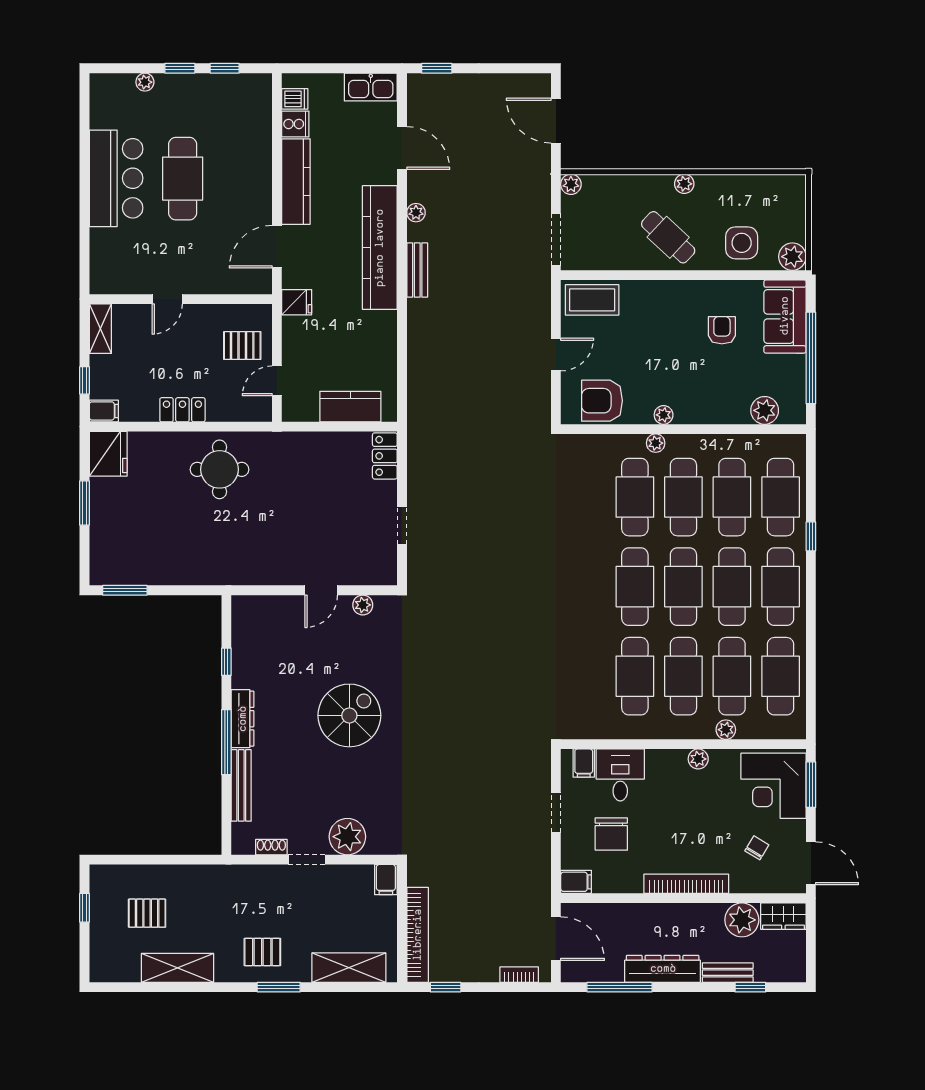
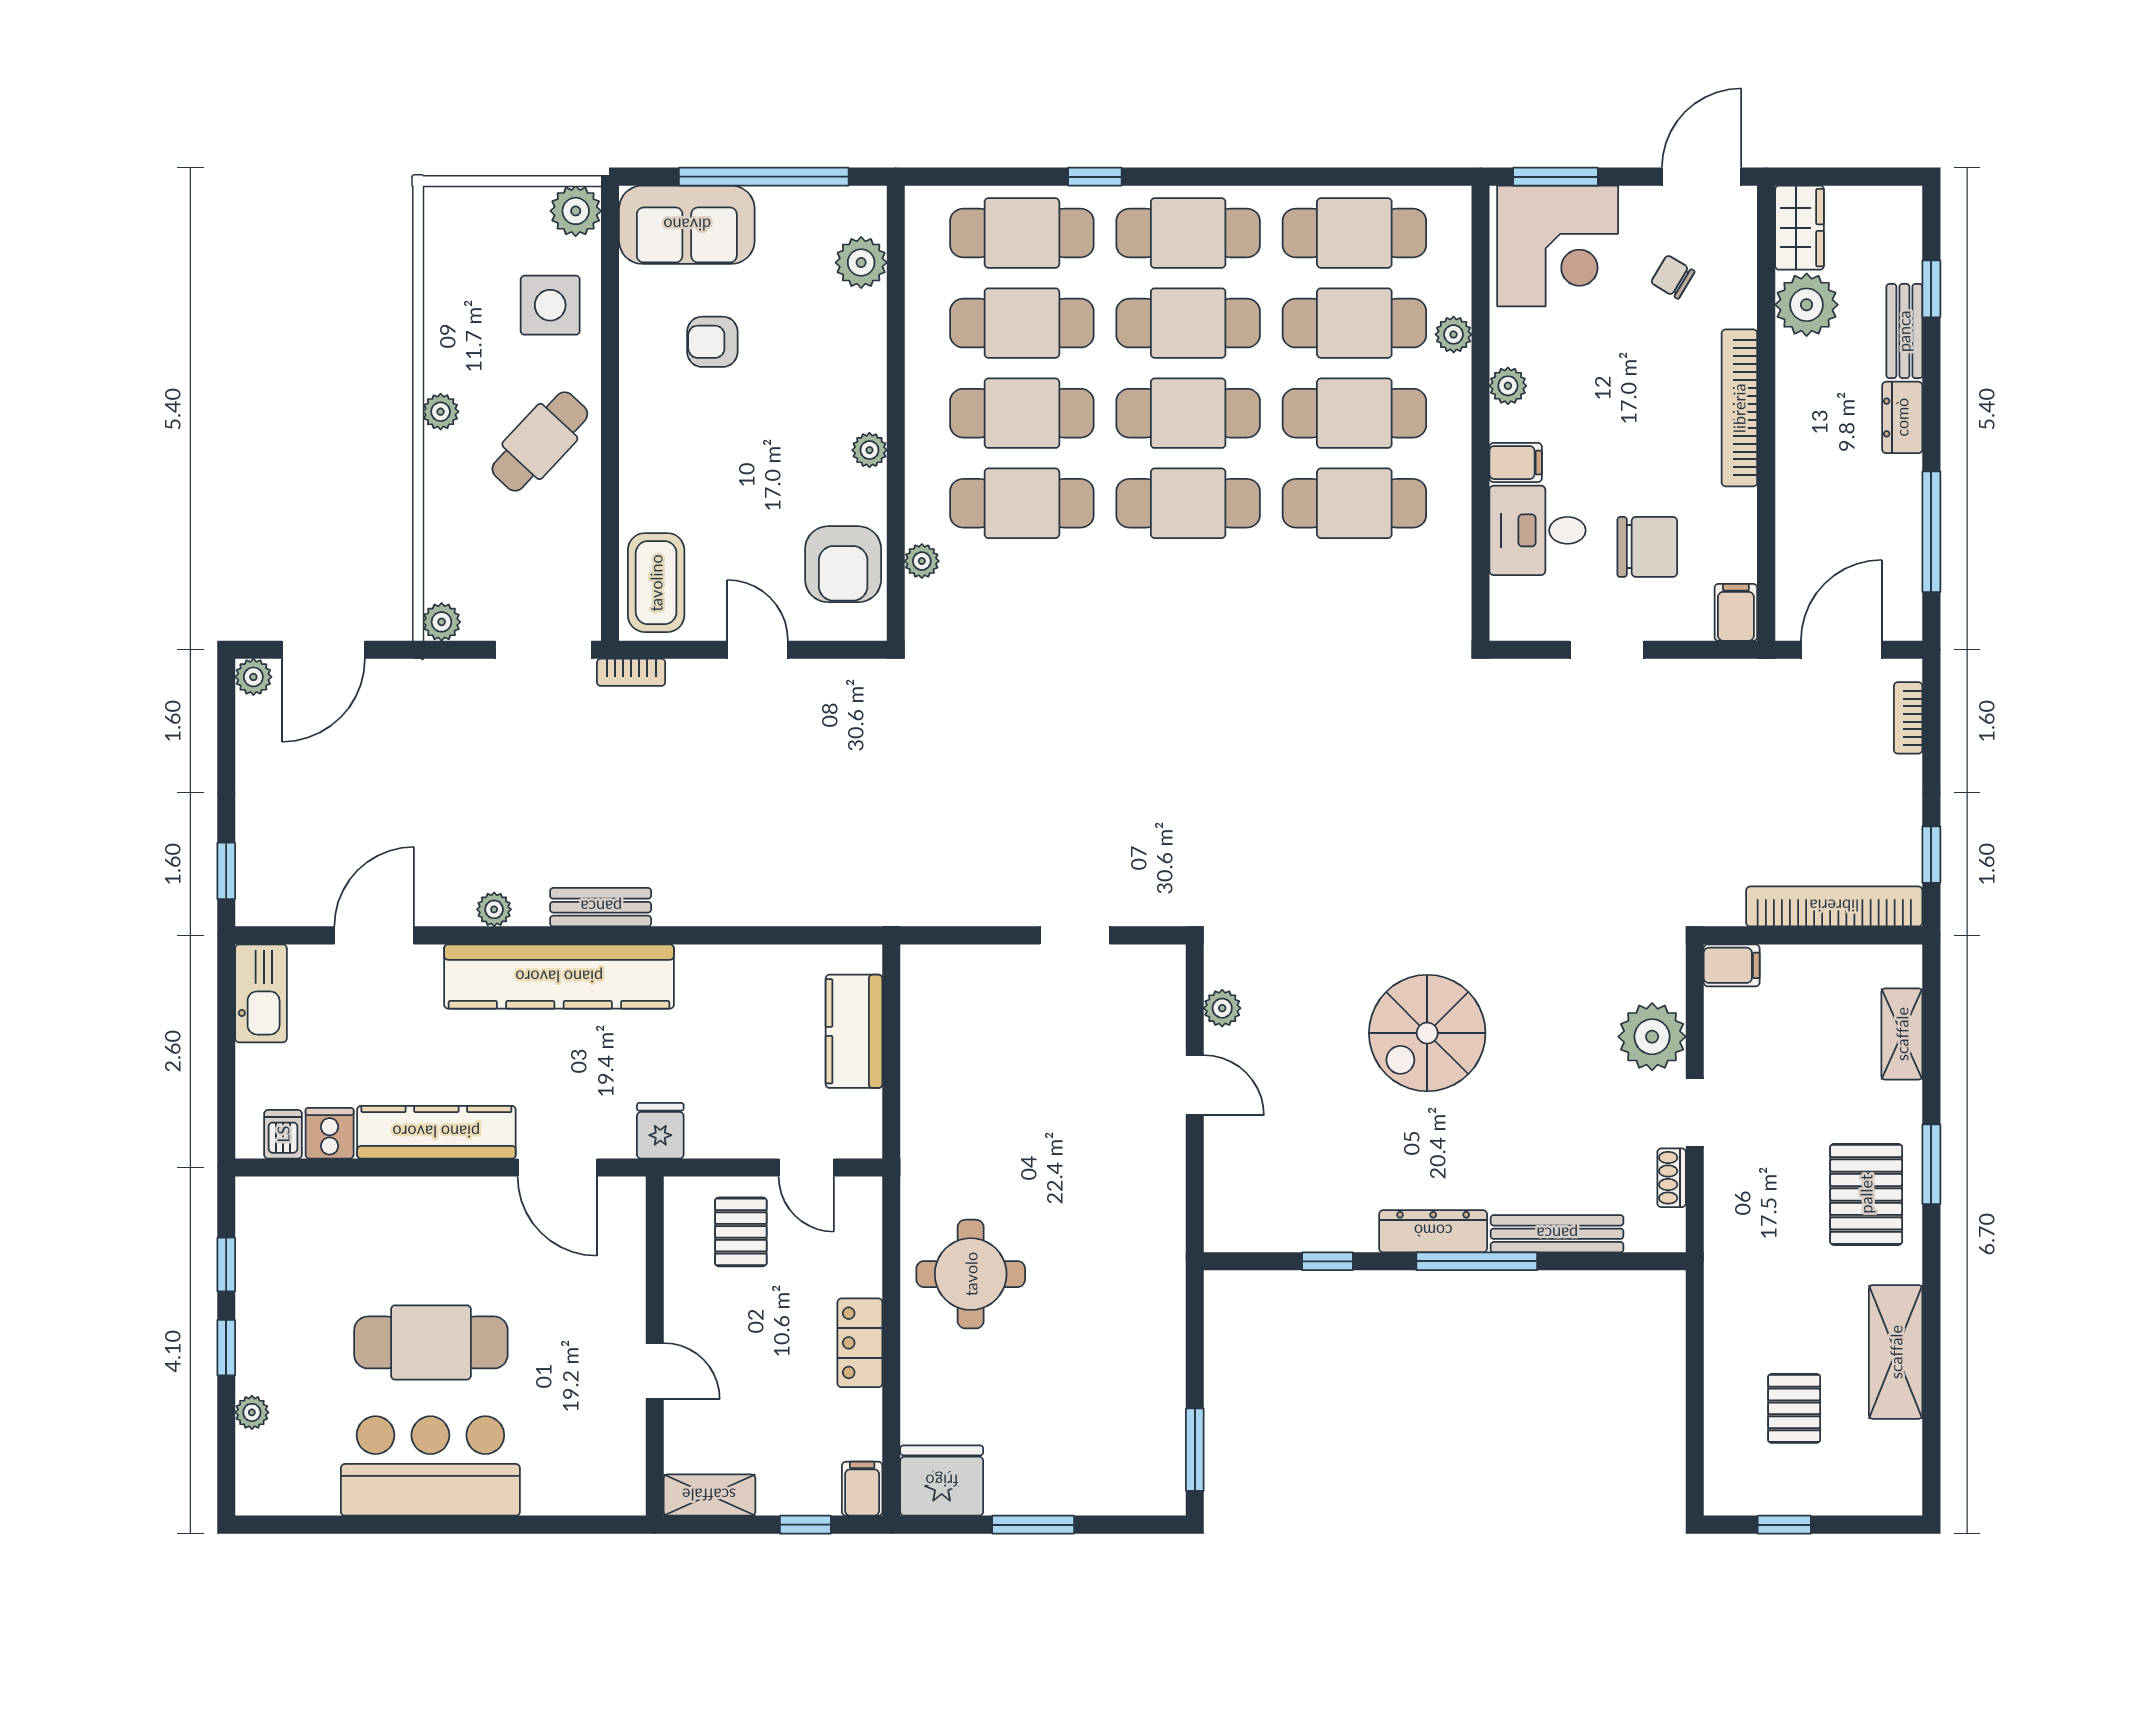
plant: (541, 83) -> (253, 677), added
bookcase: (544, 286) -> (631, 672), added
plant: (656, 443) -> (922, 561), moved
locker: (385, 456) -> (946, 967), removed
spiral stairs: (349, 715) -> (1427, 1033), turned -90
filing cabinet: (584, 763) -> (1516, 463), moved
pallet: (262, 952) -> (1866, 1194), width x1.50, depth x1.42
shelving: (349, 968) -> (1902, 1034), width x0.67, depth x0.75
dresser: (663, 969) -> (1902, 417), width x0.51, depth x0.80

